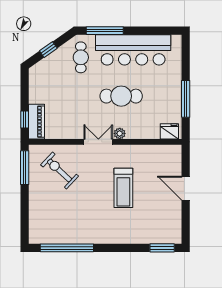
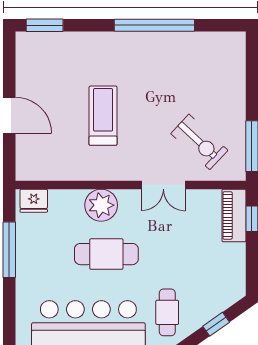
plant: (120, 133) -> (101, 205), width x1.88, depth x1.88
double door: (98, 142) -> (163, 185), moved
window: (67, 248) -> (154, 25), moved

